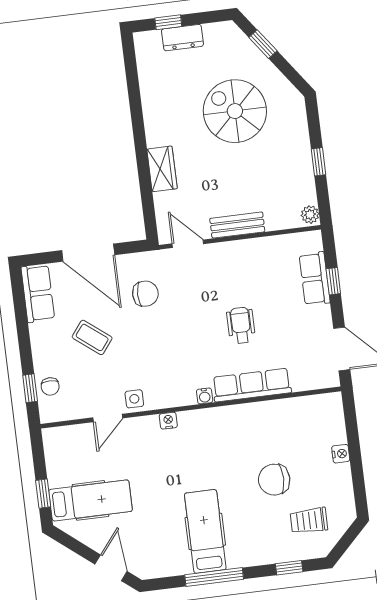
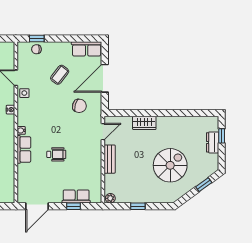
chair: (145, 294) -> (79, 106), turned -75
row of seats: (252, 385) -> (24, 149), width x0.68

